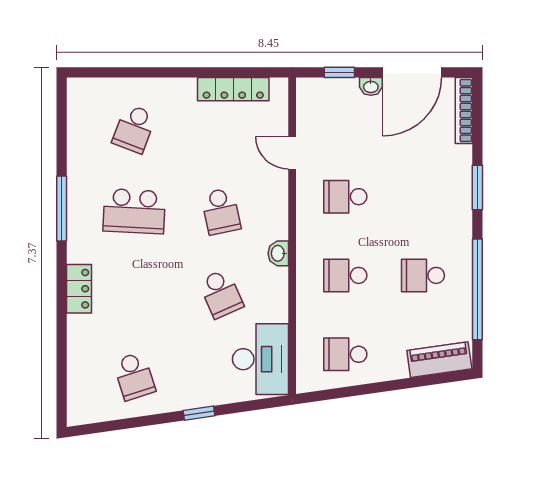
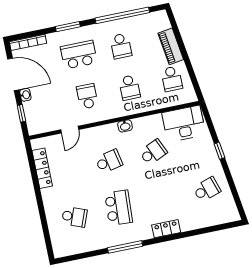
school desk: (345, 197) -> (87, 96), turned 180
school desk: (423, 197) -> (79, 55), added
piano: (439, 360) -> (171, 46), moved

